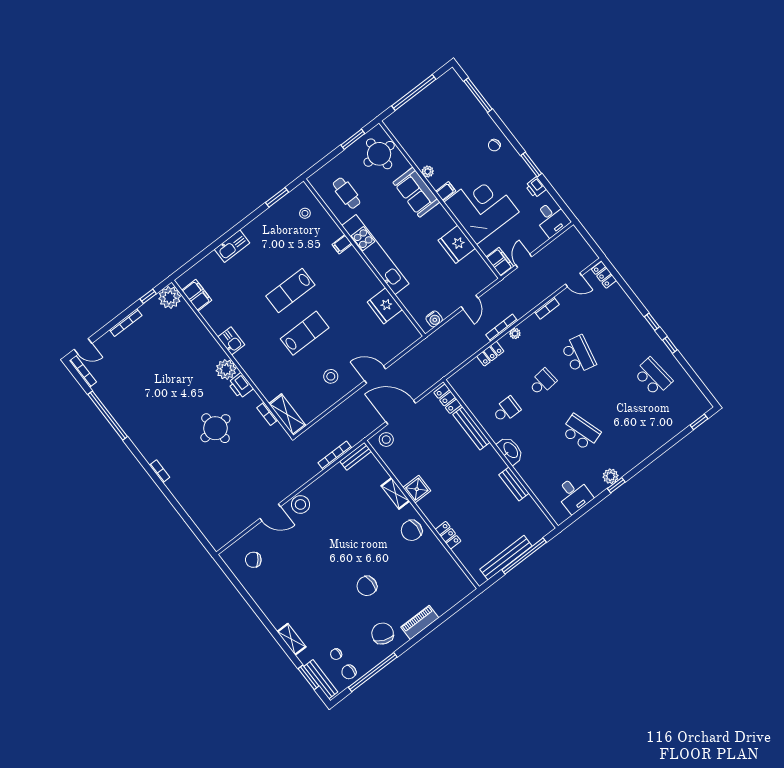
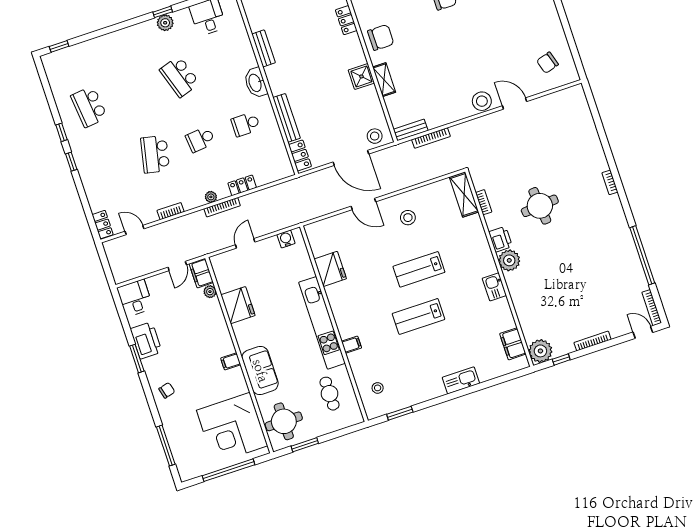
plant: (428, 172) -> (210, 292), moved
printer: (536, 187) -> (146, 340), width x1.87, depth x1.48
corner desk: (481, 207) -> (232, 428), moved
lab bench: (290, 290) -> (418, 316), turned 180
chair: (253, 560) -> (547, 63), turned 123

